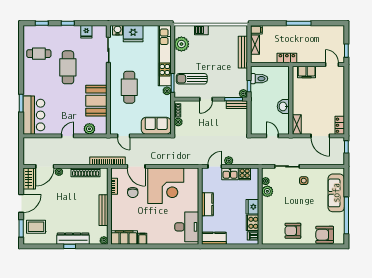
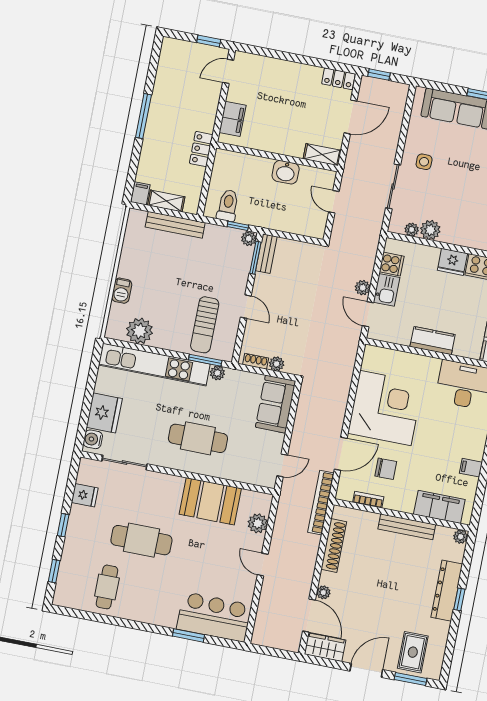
door: (272, 136) -> (334, 202), hinge flipped
door: (21, 203) -> (366, 670), hinge flipped
filing cabinet: (124, 238) -> (439, 507), moved, turned 90

